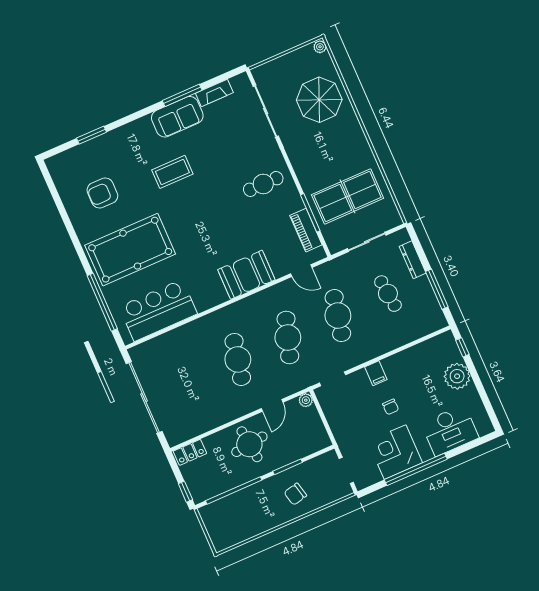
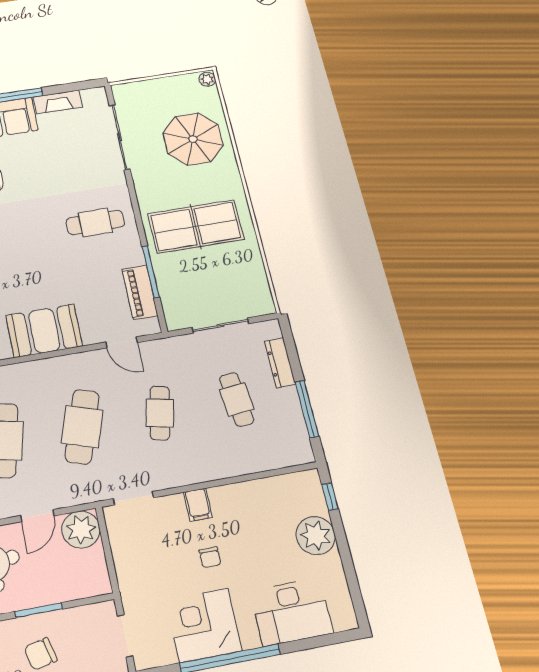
table tennis table: (348, 196) -> (196, 227), moved
cafe table: (338, 316) -> (160, 413), width x0.73, depth x0.74
plant: (306, 400) -> (81, 530), width x1.88, depth x1.88

